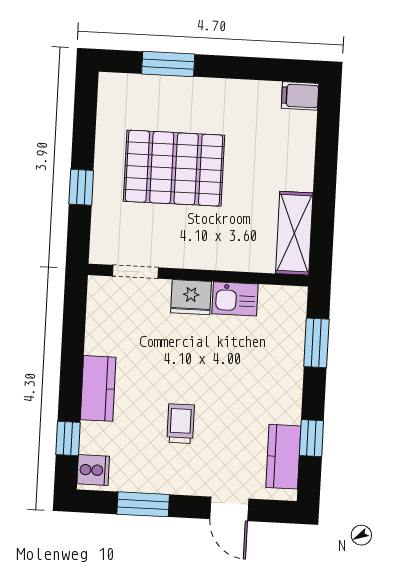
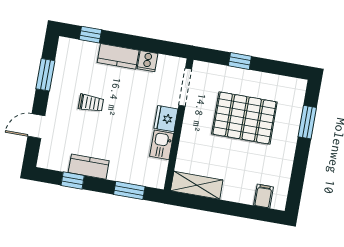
filing cabinet: (300, 96) -> (263, 196), moved
pallet: (174, 168) -> (244, 118), turned 90
doorway: (135, 272) -> (185, 87), width x1.38
kitchen counter: (283, 457) -> (89, 167), moved
cooker: (93, 470) -> (147, 61), moved

